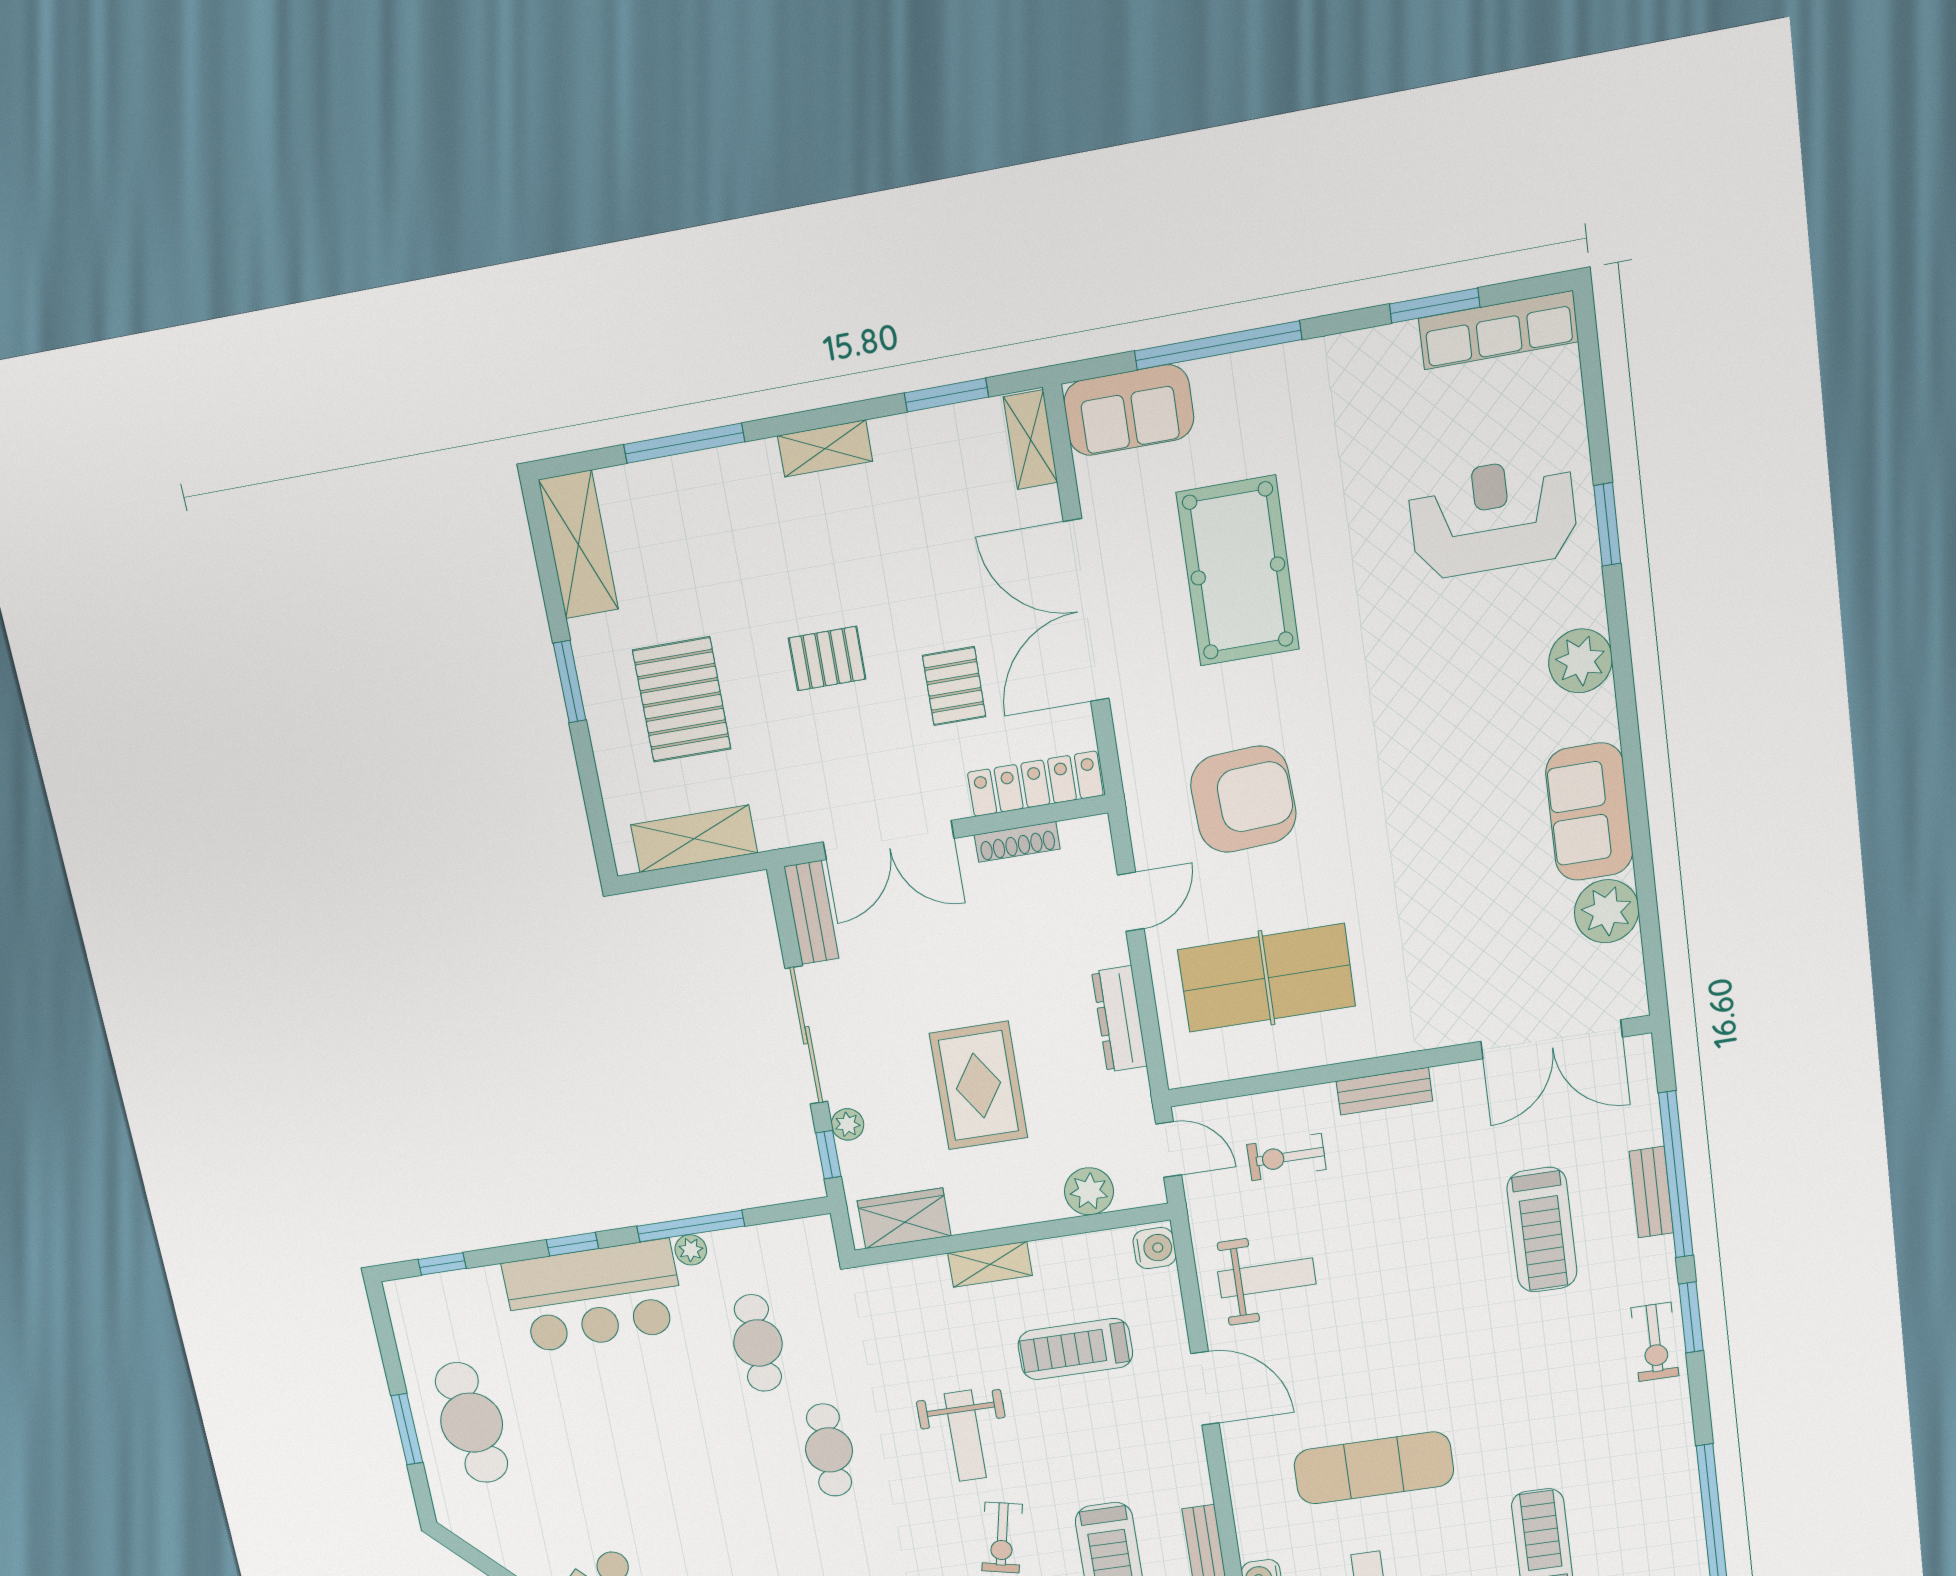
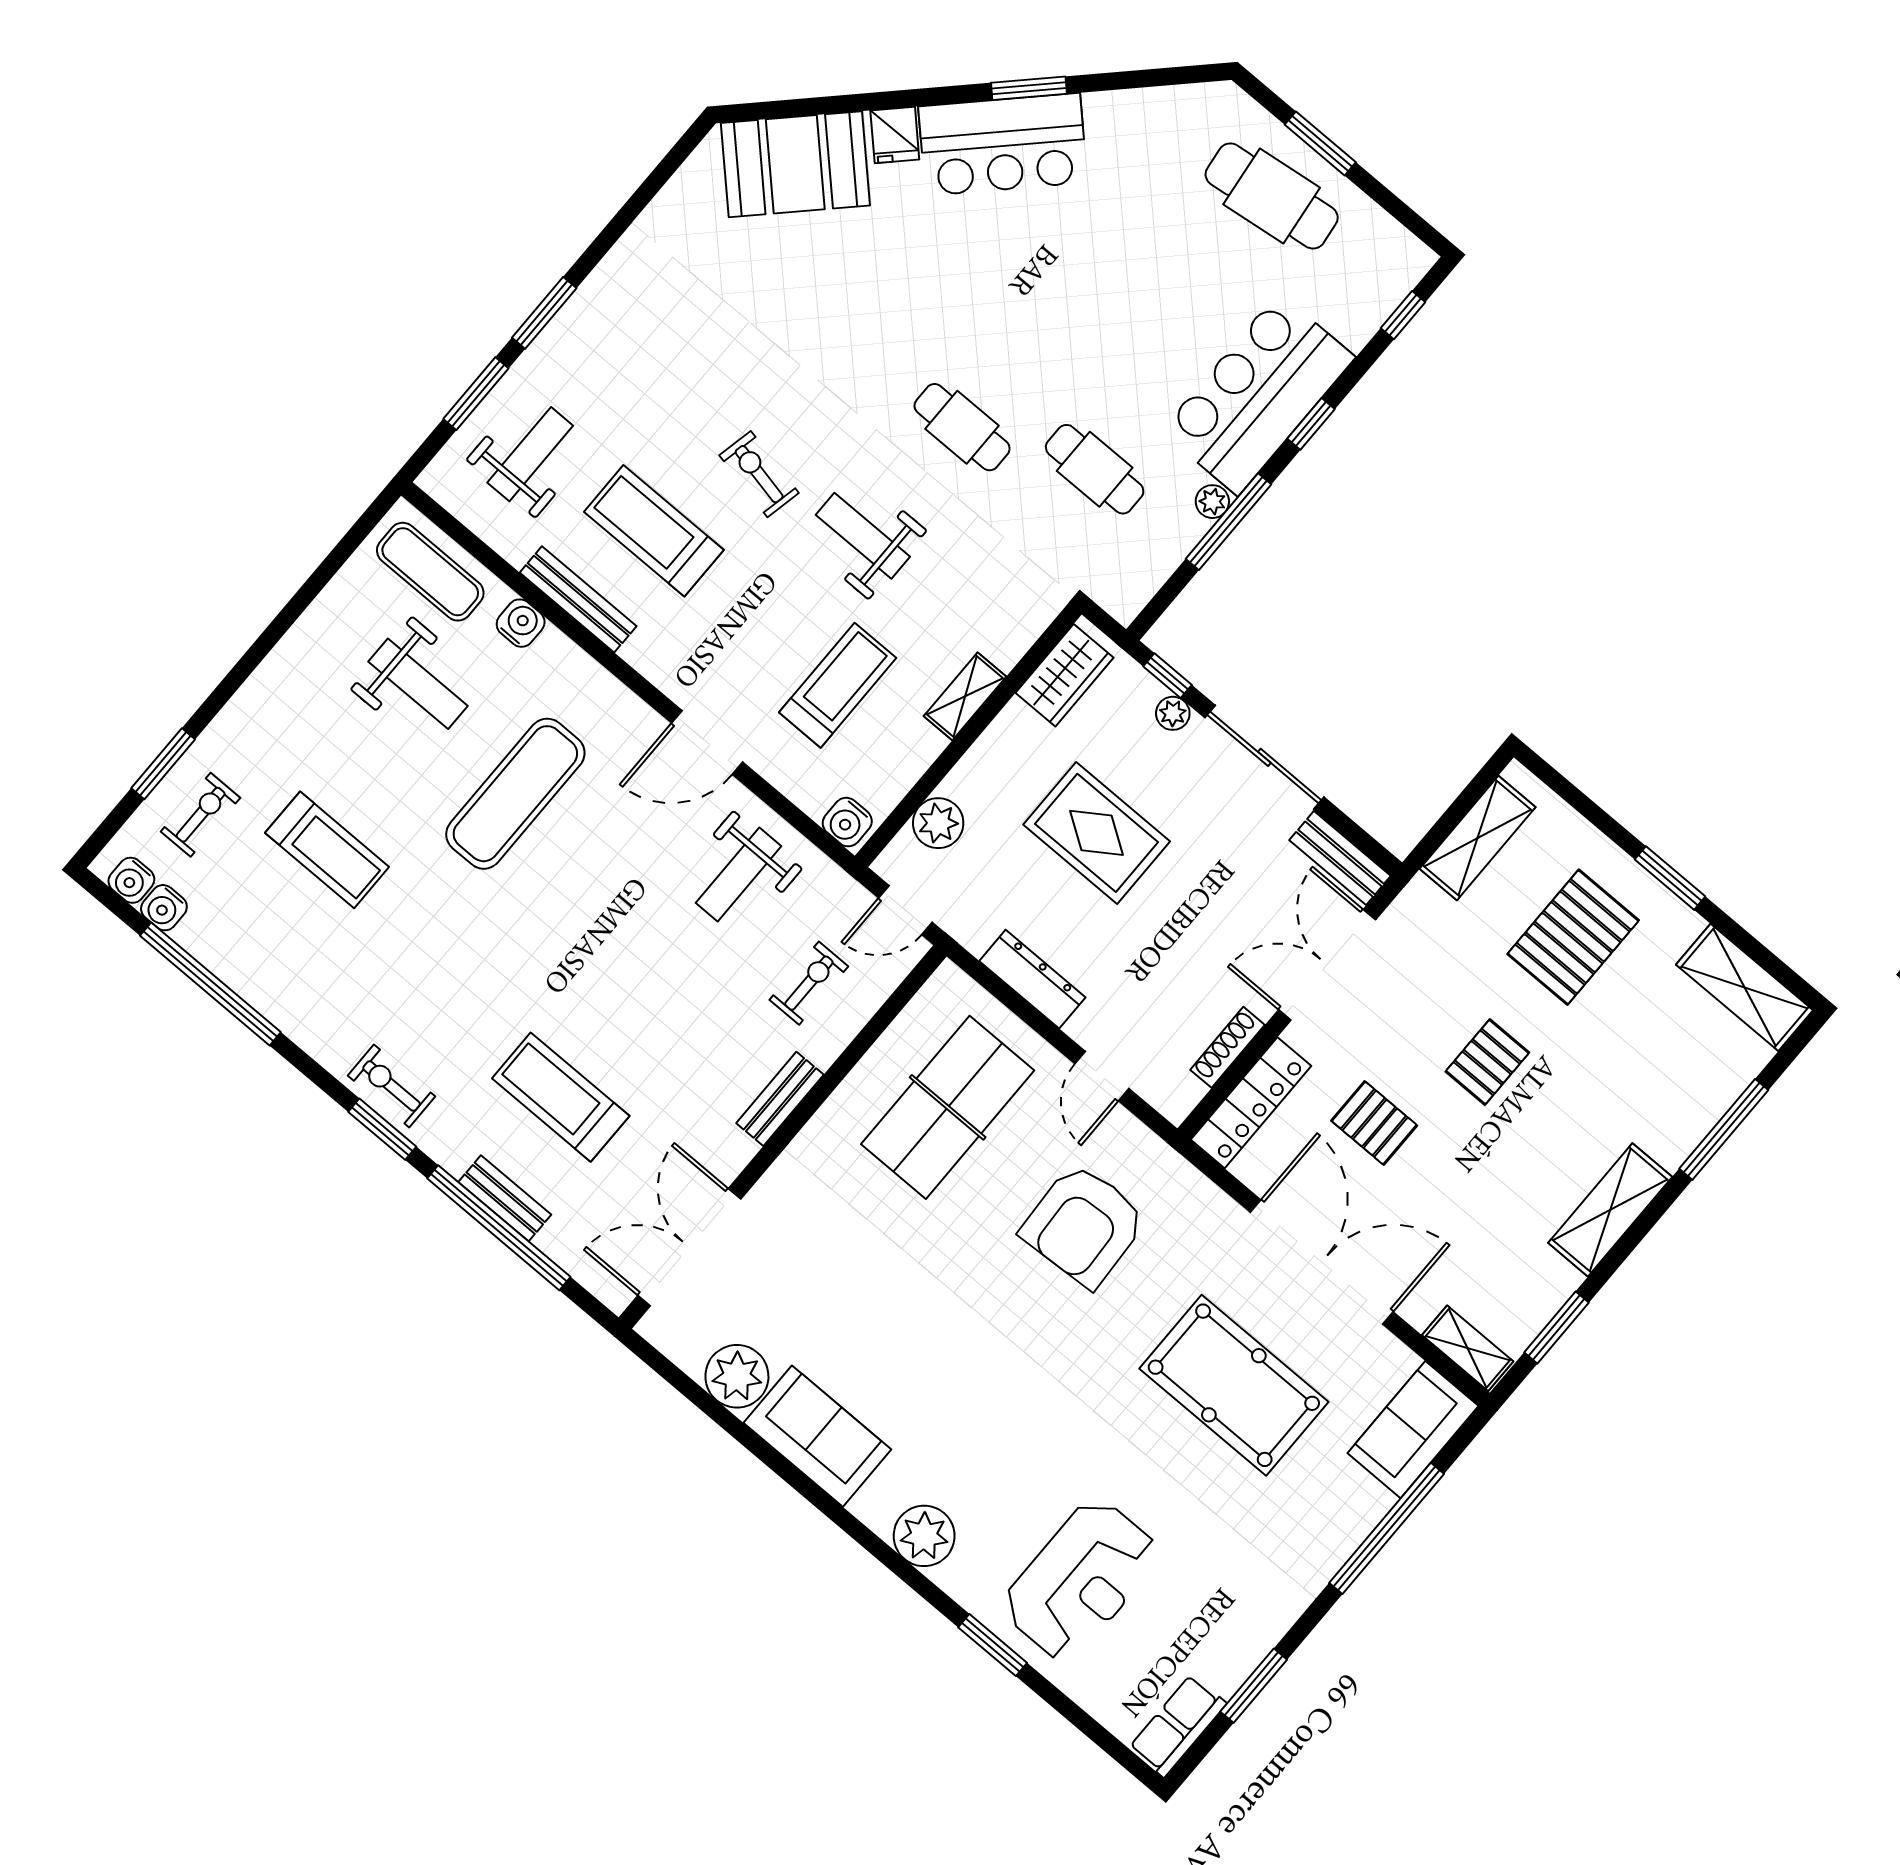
row of seats: (1498, 330) -> (1178, 1726), width x0.68
shelving: (825, 448) -> (1610, 1210), width x1.50, depth x1.33
pallet: (682, 700) -> (1573, 937), turned 90

